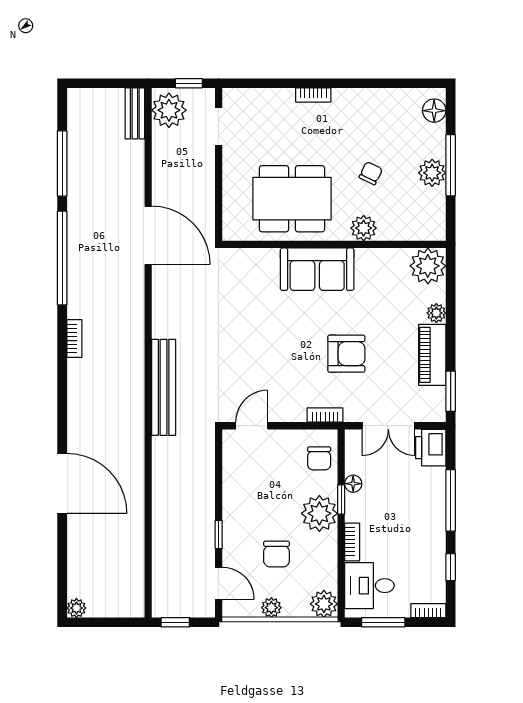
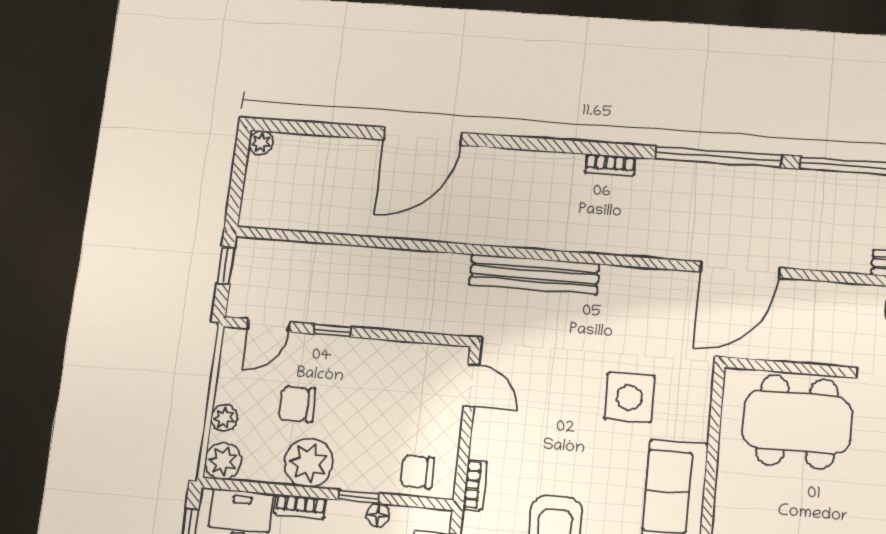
dining table: (292, 199) -> (797, 422), moved, turned 90
side table: (251, 308) -> (629, 398), added
plant: (319, 513) -> (309, 463), moved
plant: (271, 608) -> (224, 418), moved

